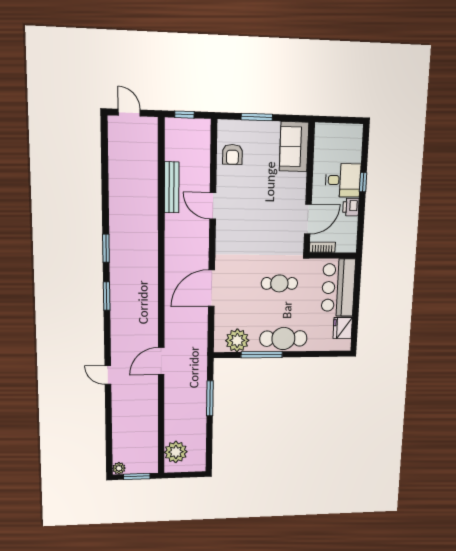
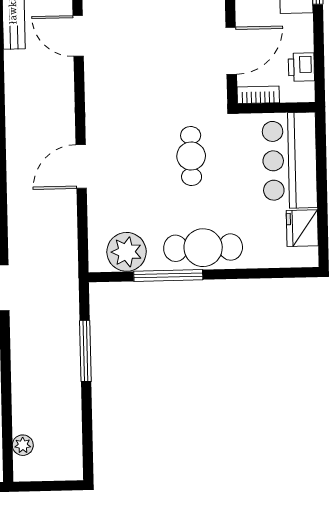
printer: (351, 207) -> (301, 67), moved
cafe table: (279, 283) -> (191, 156), turned 90
door: (212, 288) -> (81, 166), width x0.73
plant: (176, 452) -> (23, 445), width x0.53, depth x0.53

